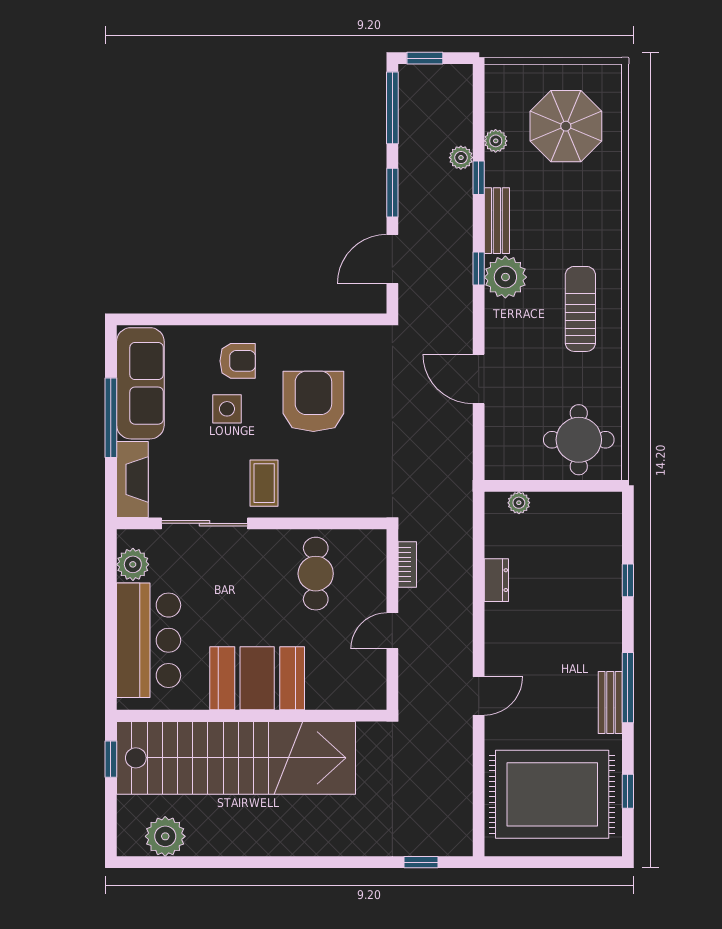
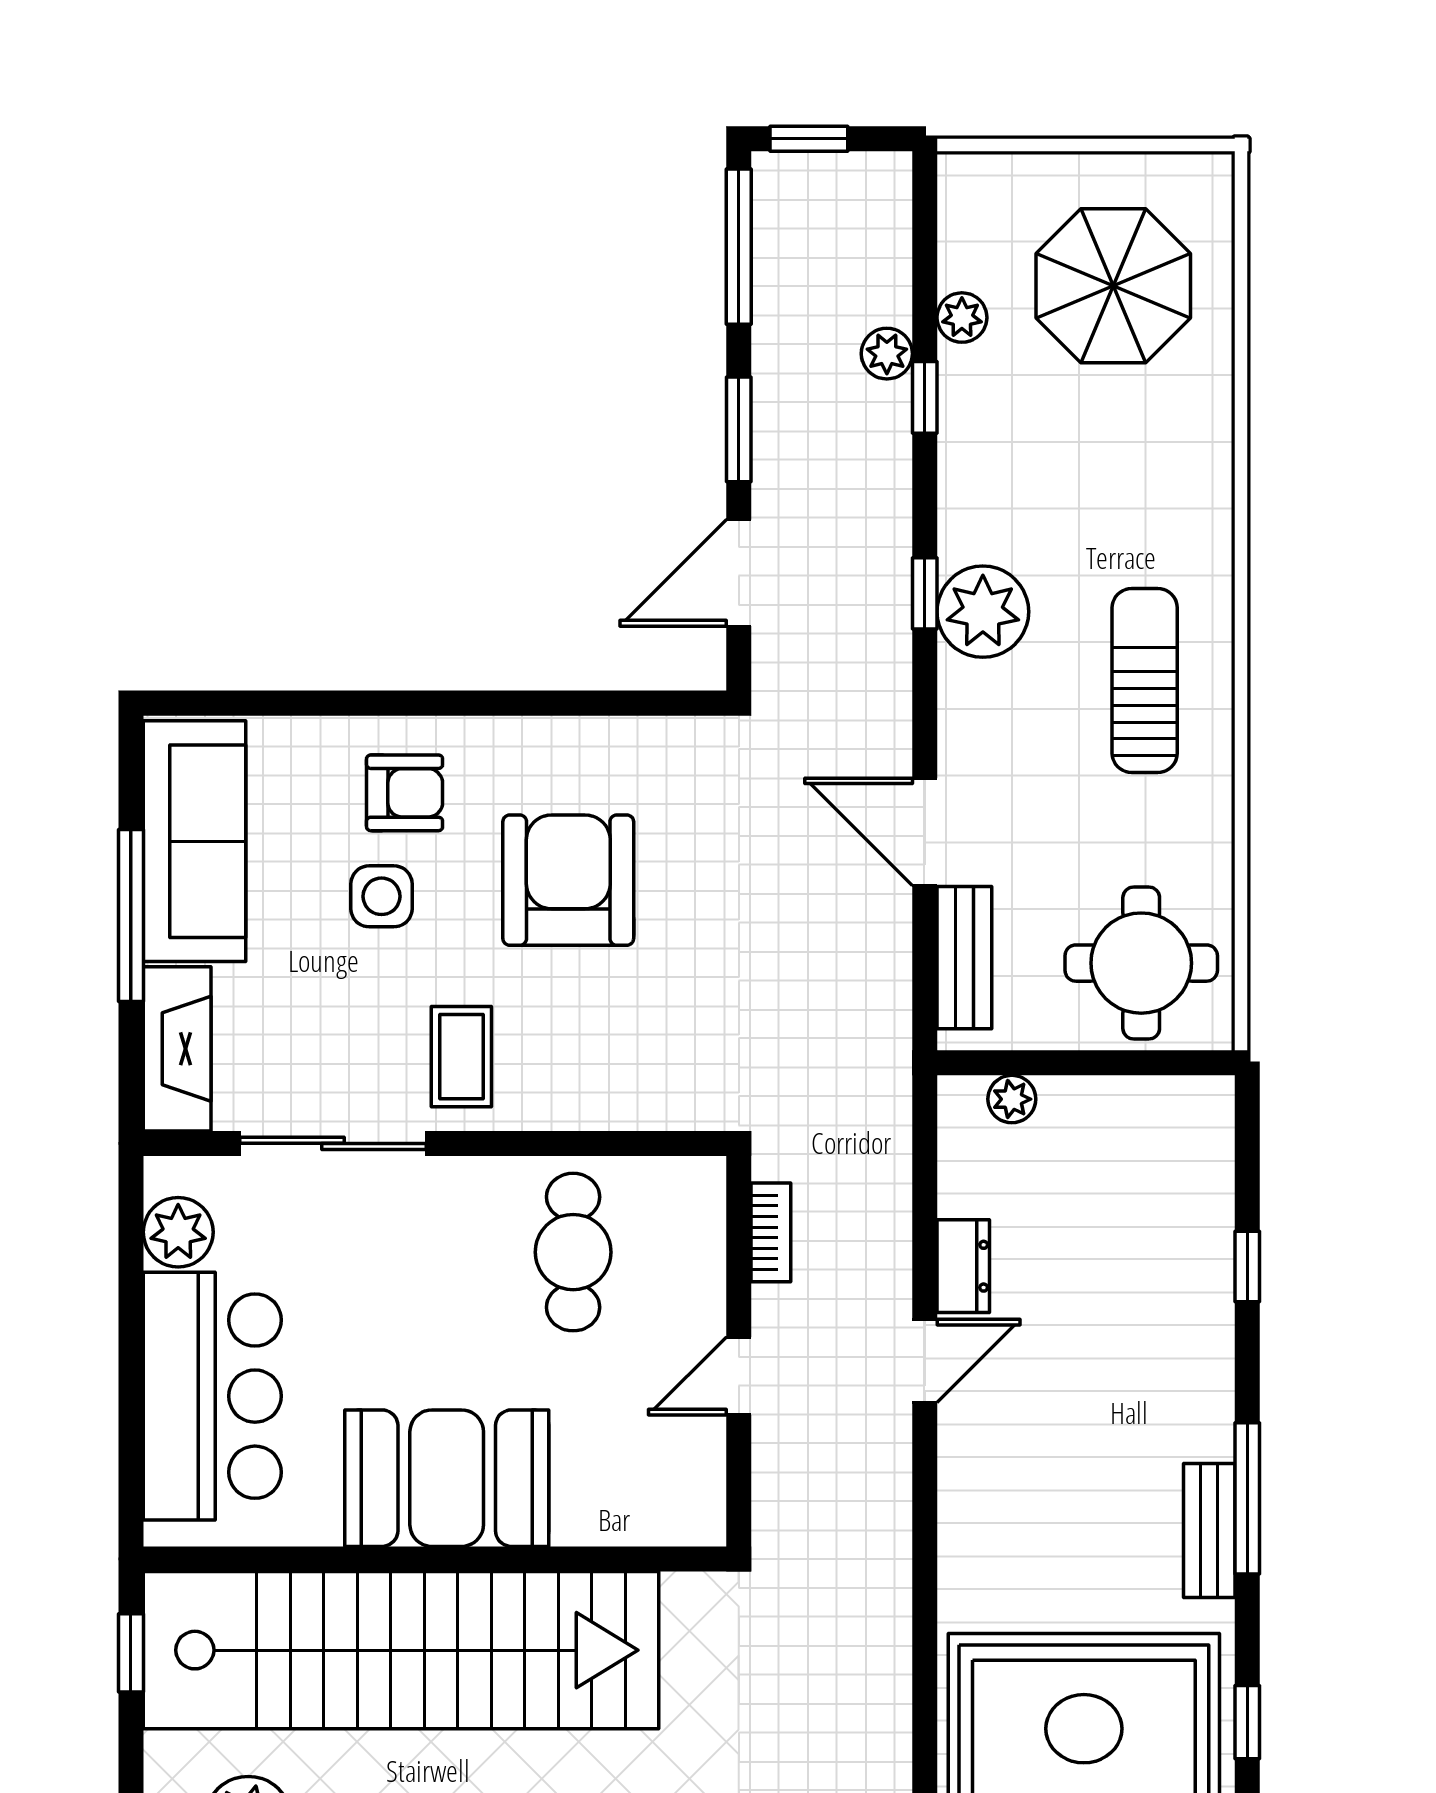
bench: (497, 221) -> (964, 958), moved
door: (479, 696) -> (925, 1361), moved

